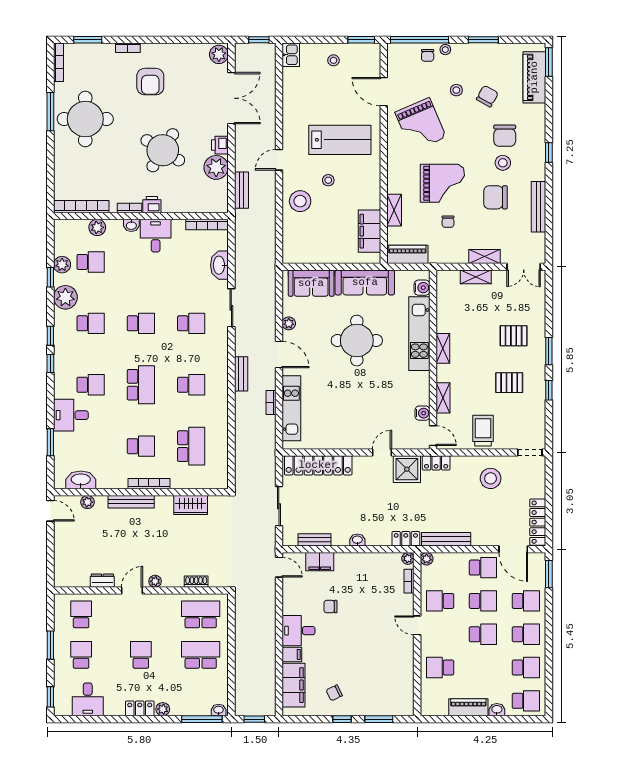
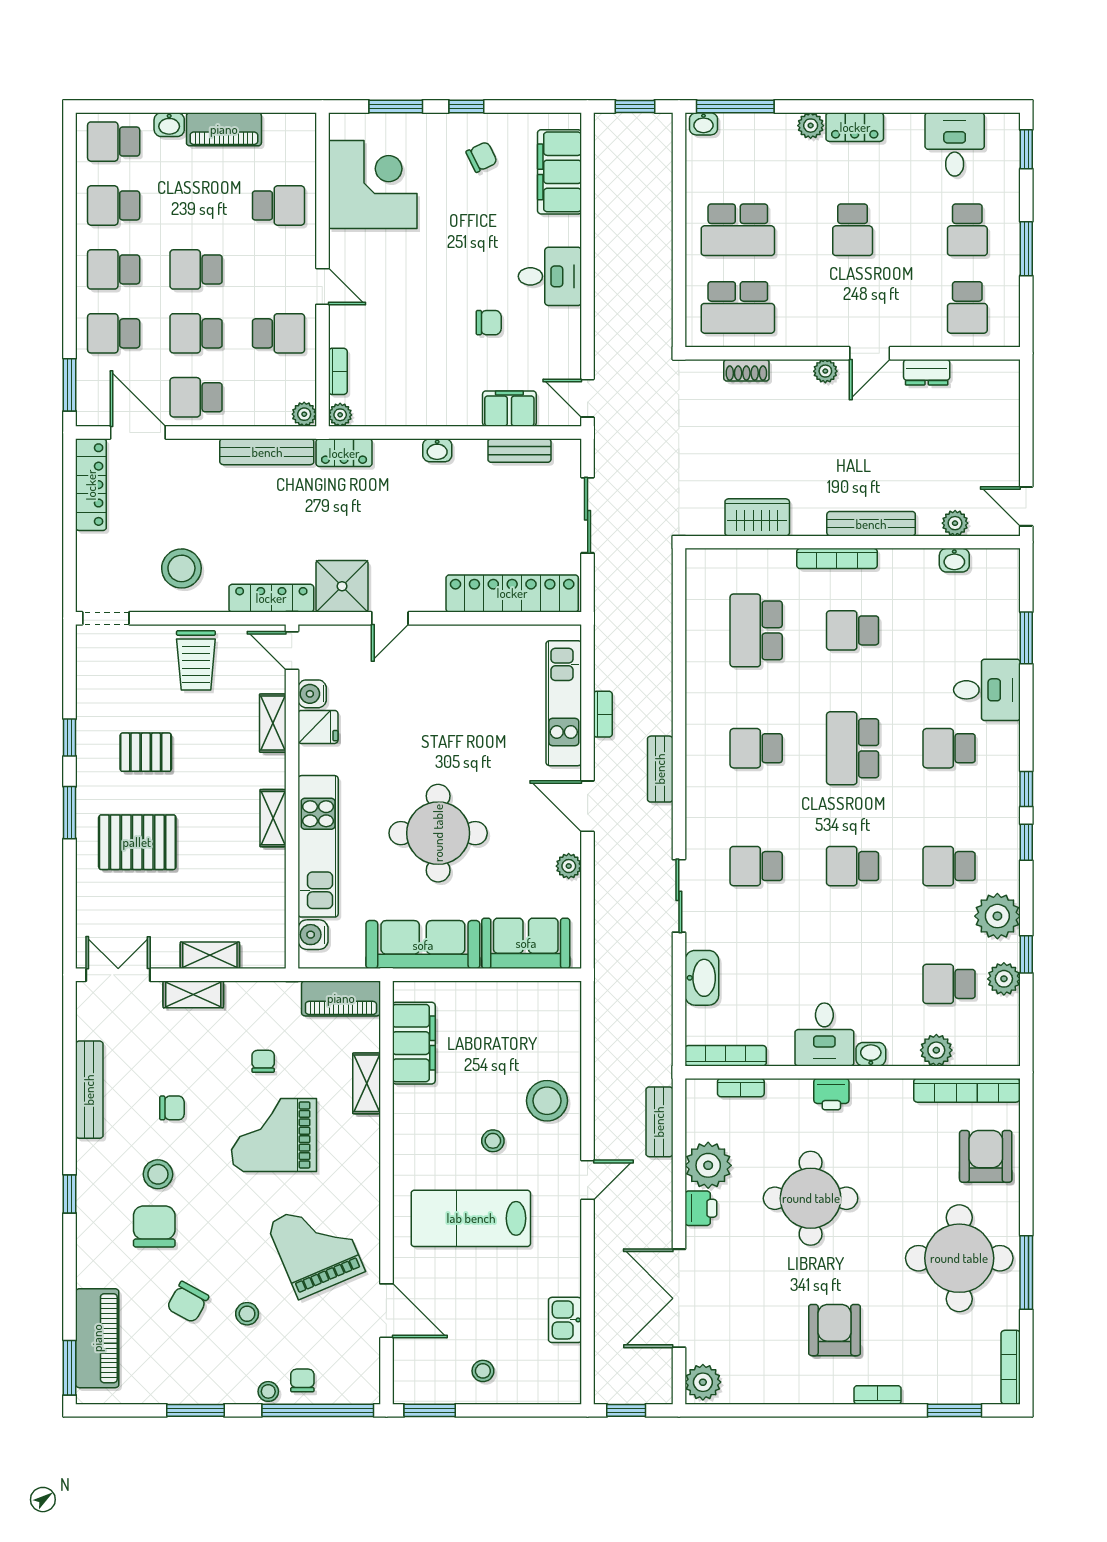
kitchen sink: (291, 55) -> (565, 1320), moved
round table: (163, 150) -> (811, 1198), turned -32
armchair: (71, 172) -> (986, 1156), added
chair: (495, 197) -> (172, 1108), width x0.54, depth x0.54
bookcase: (129, 208) -> (741, 1088), moved
pallet: (514, 336) -> (137, 842), width x1.50, depth x1.42
fridge: (419, 396) -> (318, 727), added
locker: (436, 463) -> (271, 598), width x1.53
washbasin: (81, 480) -> (954, 560), width x0.52, depth x0.69
filing cabinet: (292, 654) -> (563, 231), removed
corner desk: (391, 678) -> (373, 185), added

